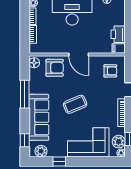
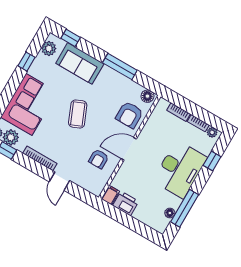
armchair: (110, 71) -> (99, 159), moved
sofa: (39, 117) -> (80, 63), width x0.73

